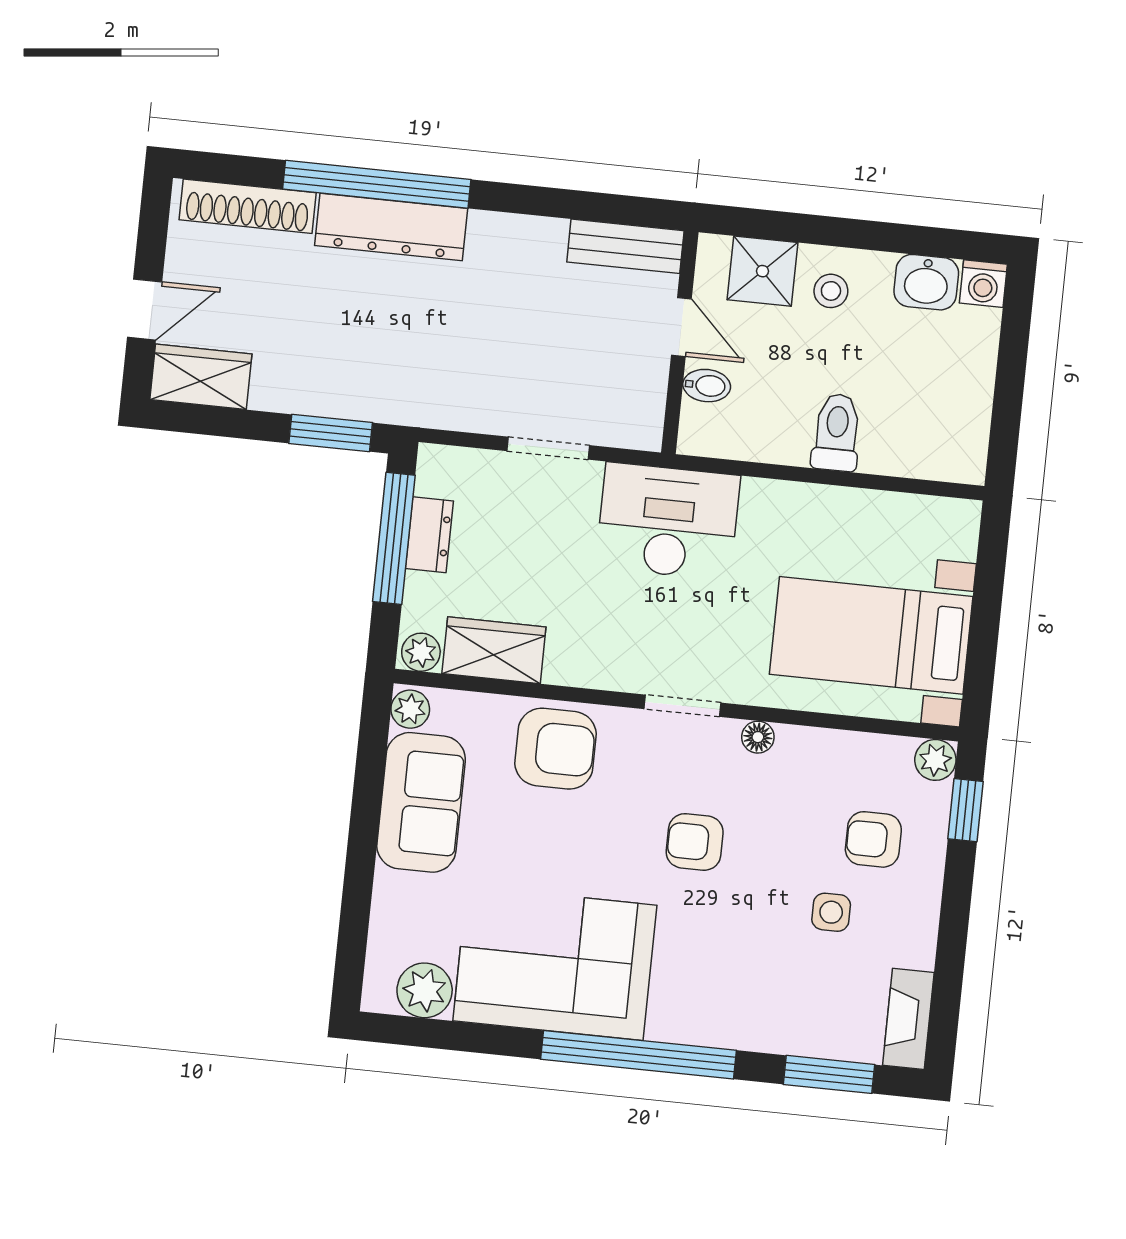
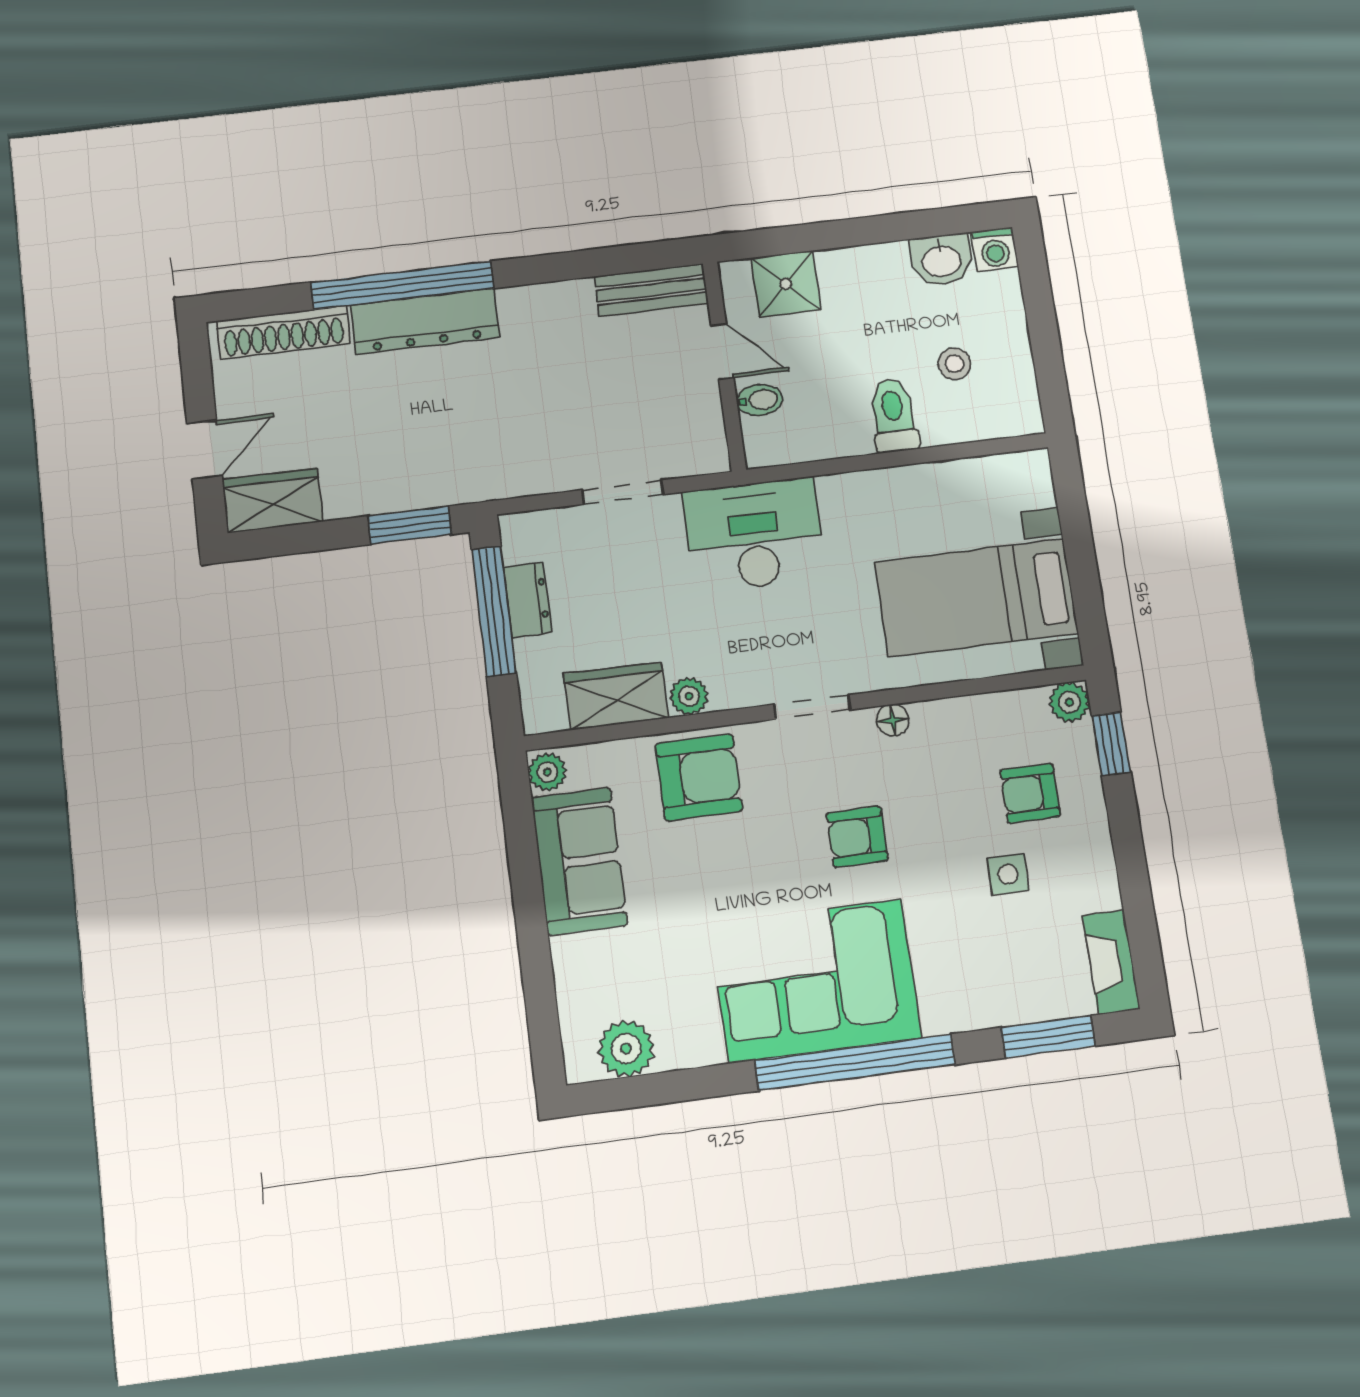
stool: (831, 291) -> (954, 364), moved
plant: (421, 652) -> (689, 696), moved
corner sofa: (555, 963) -> (815, 981), moved

